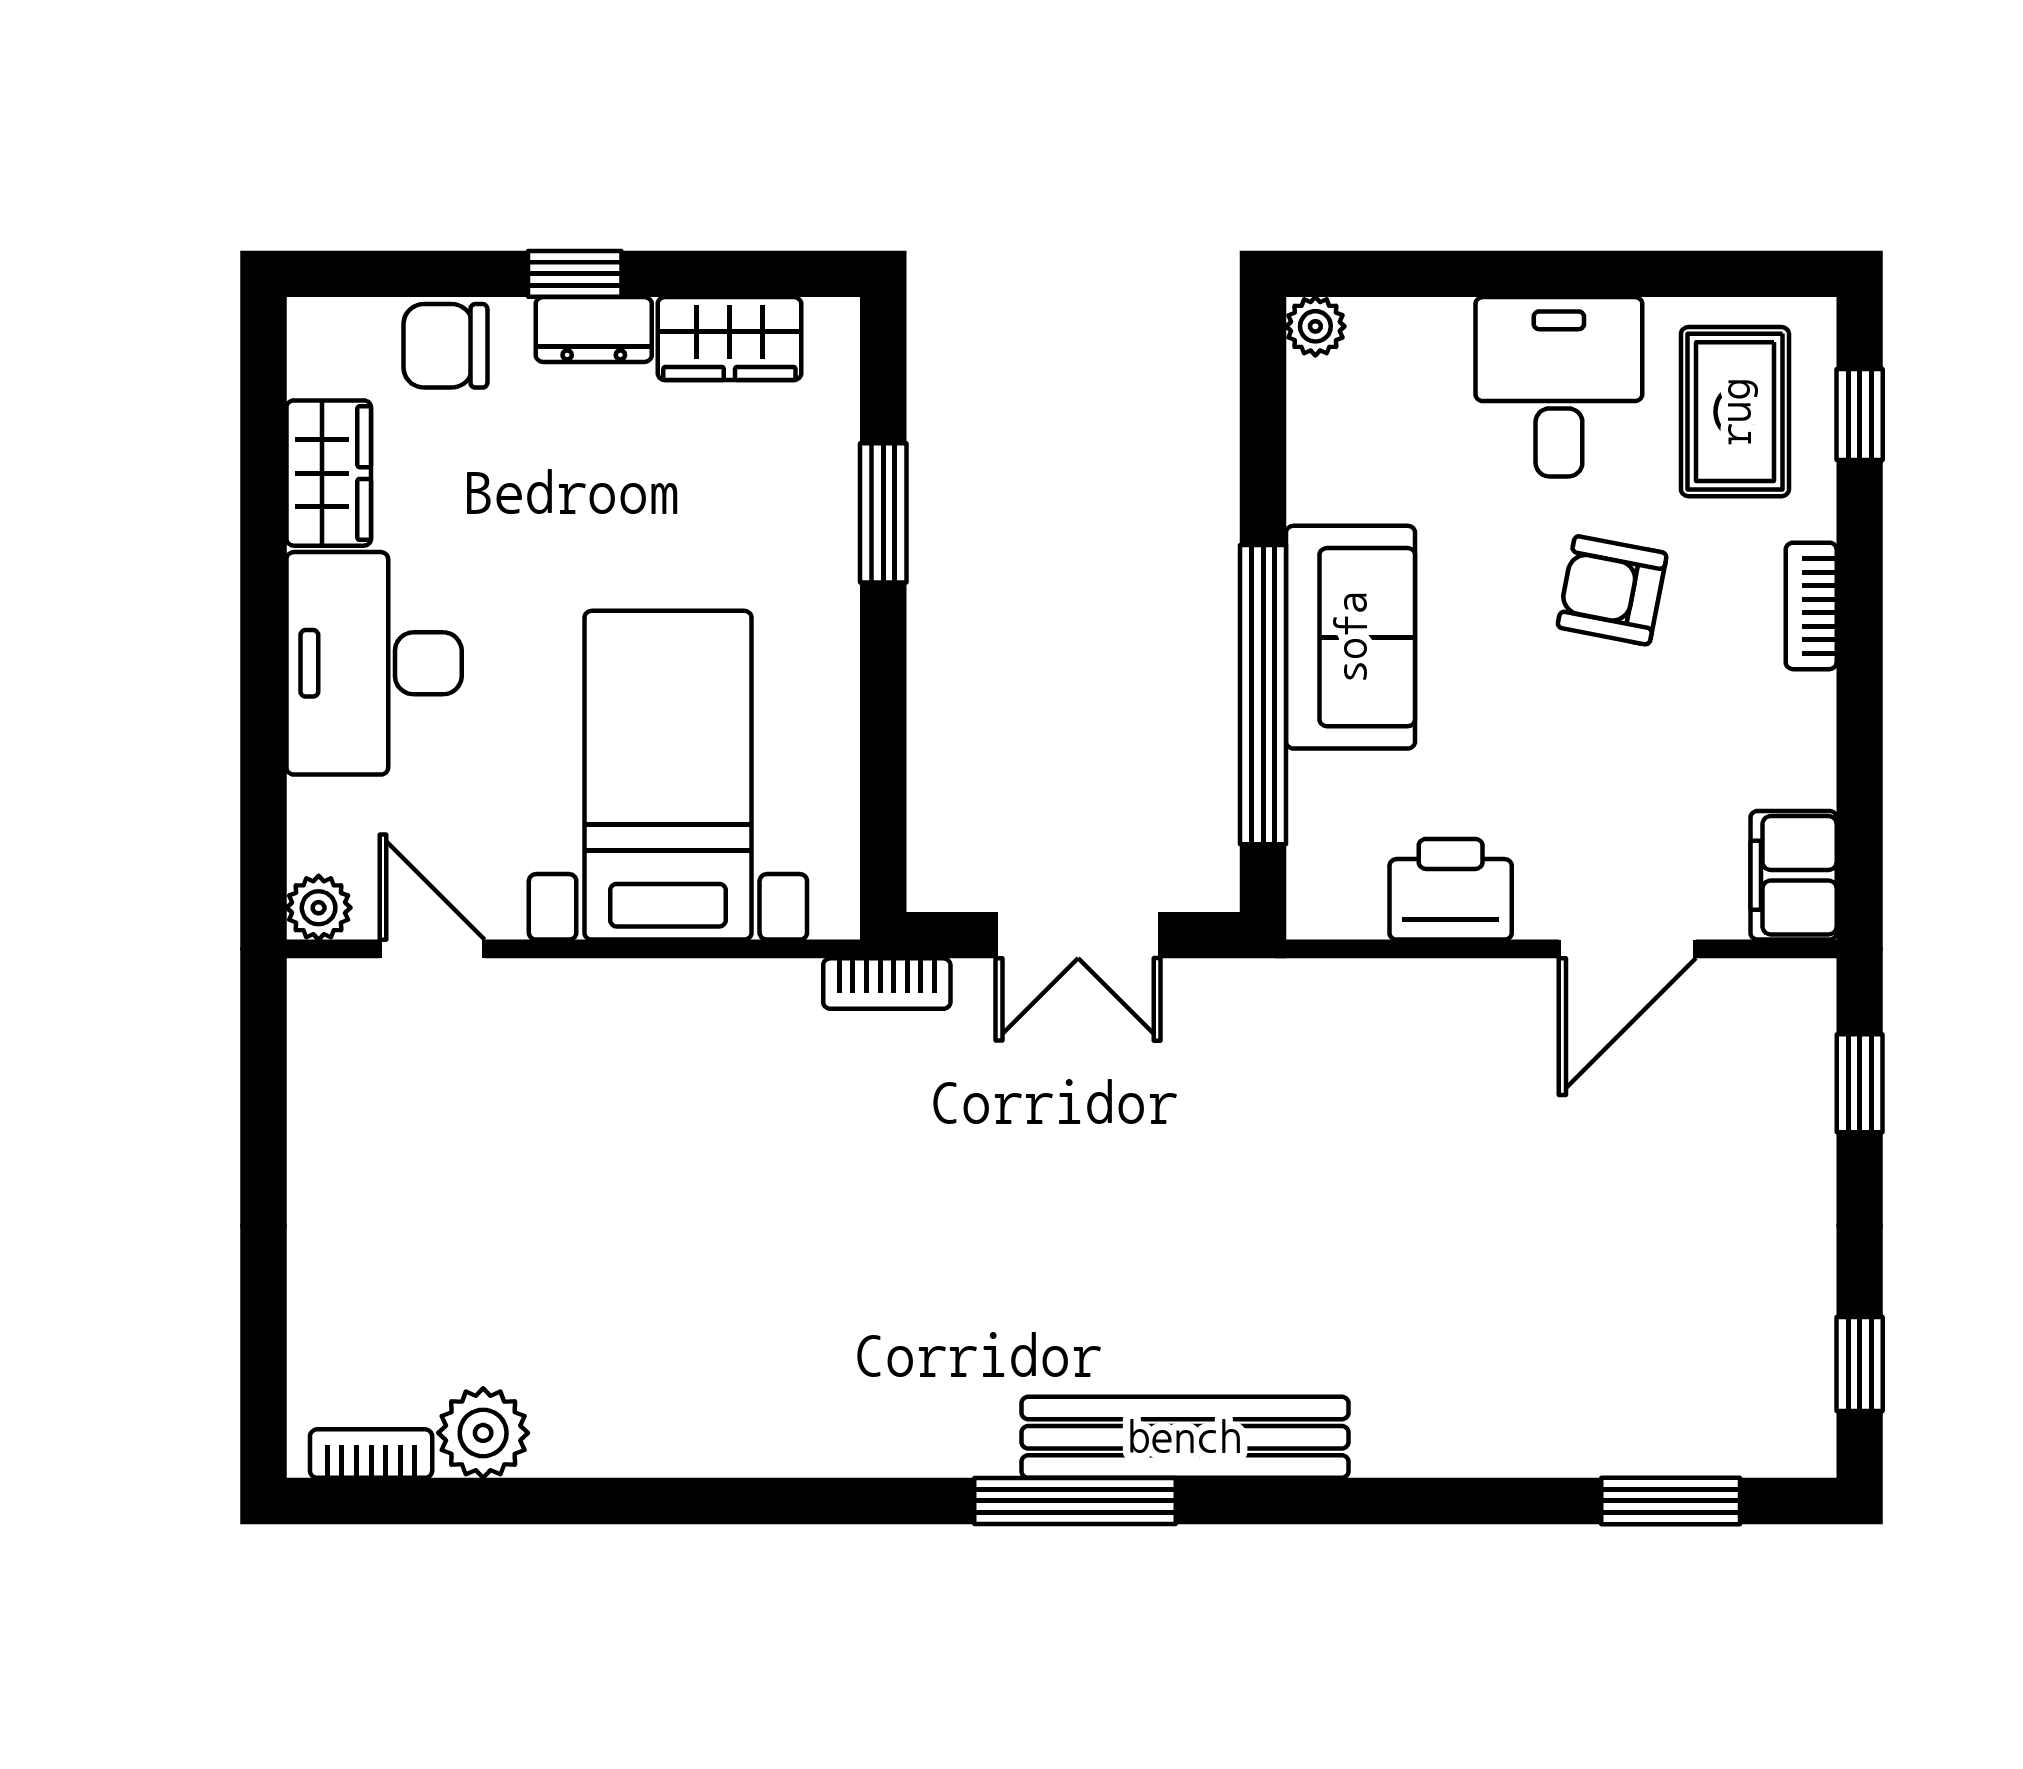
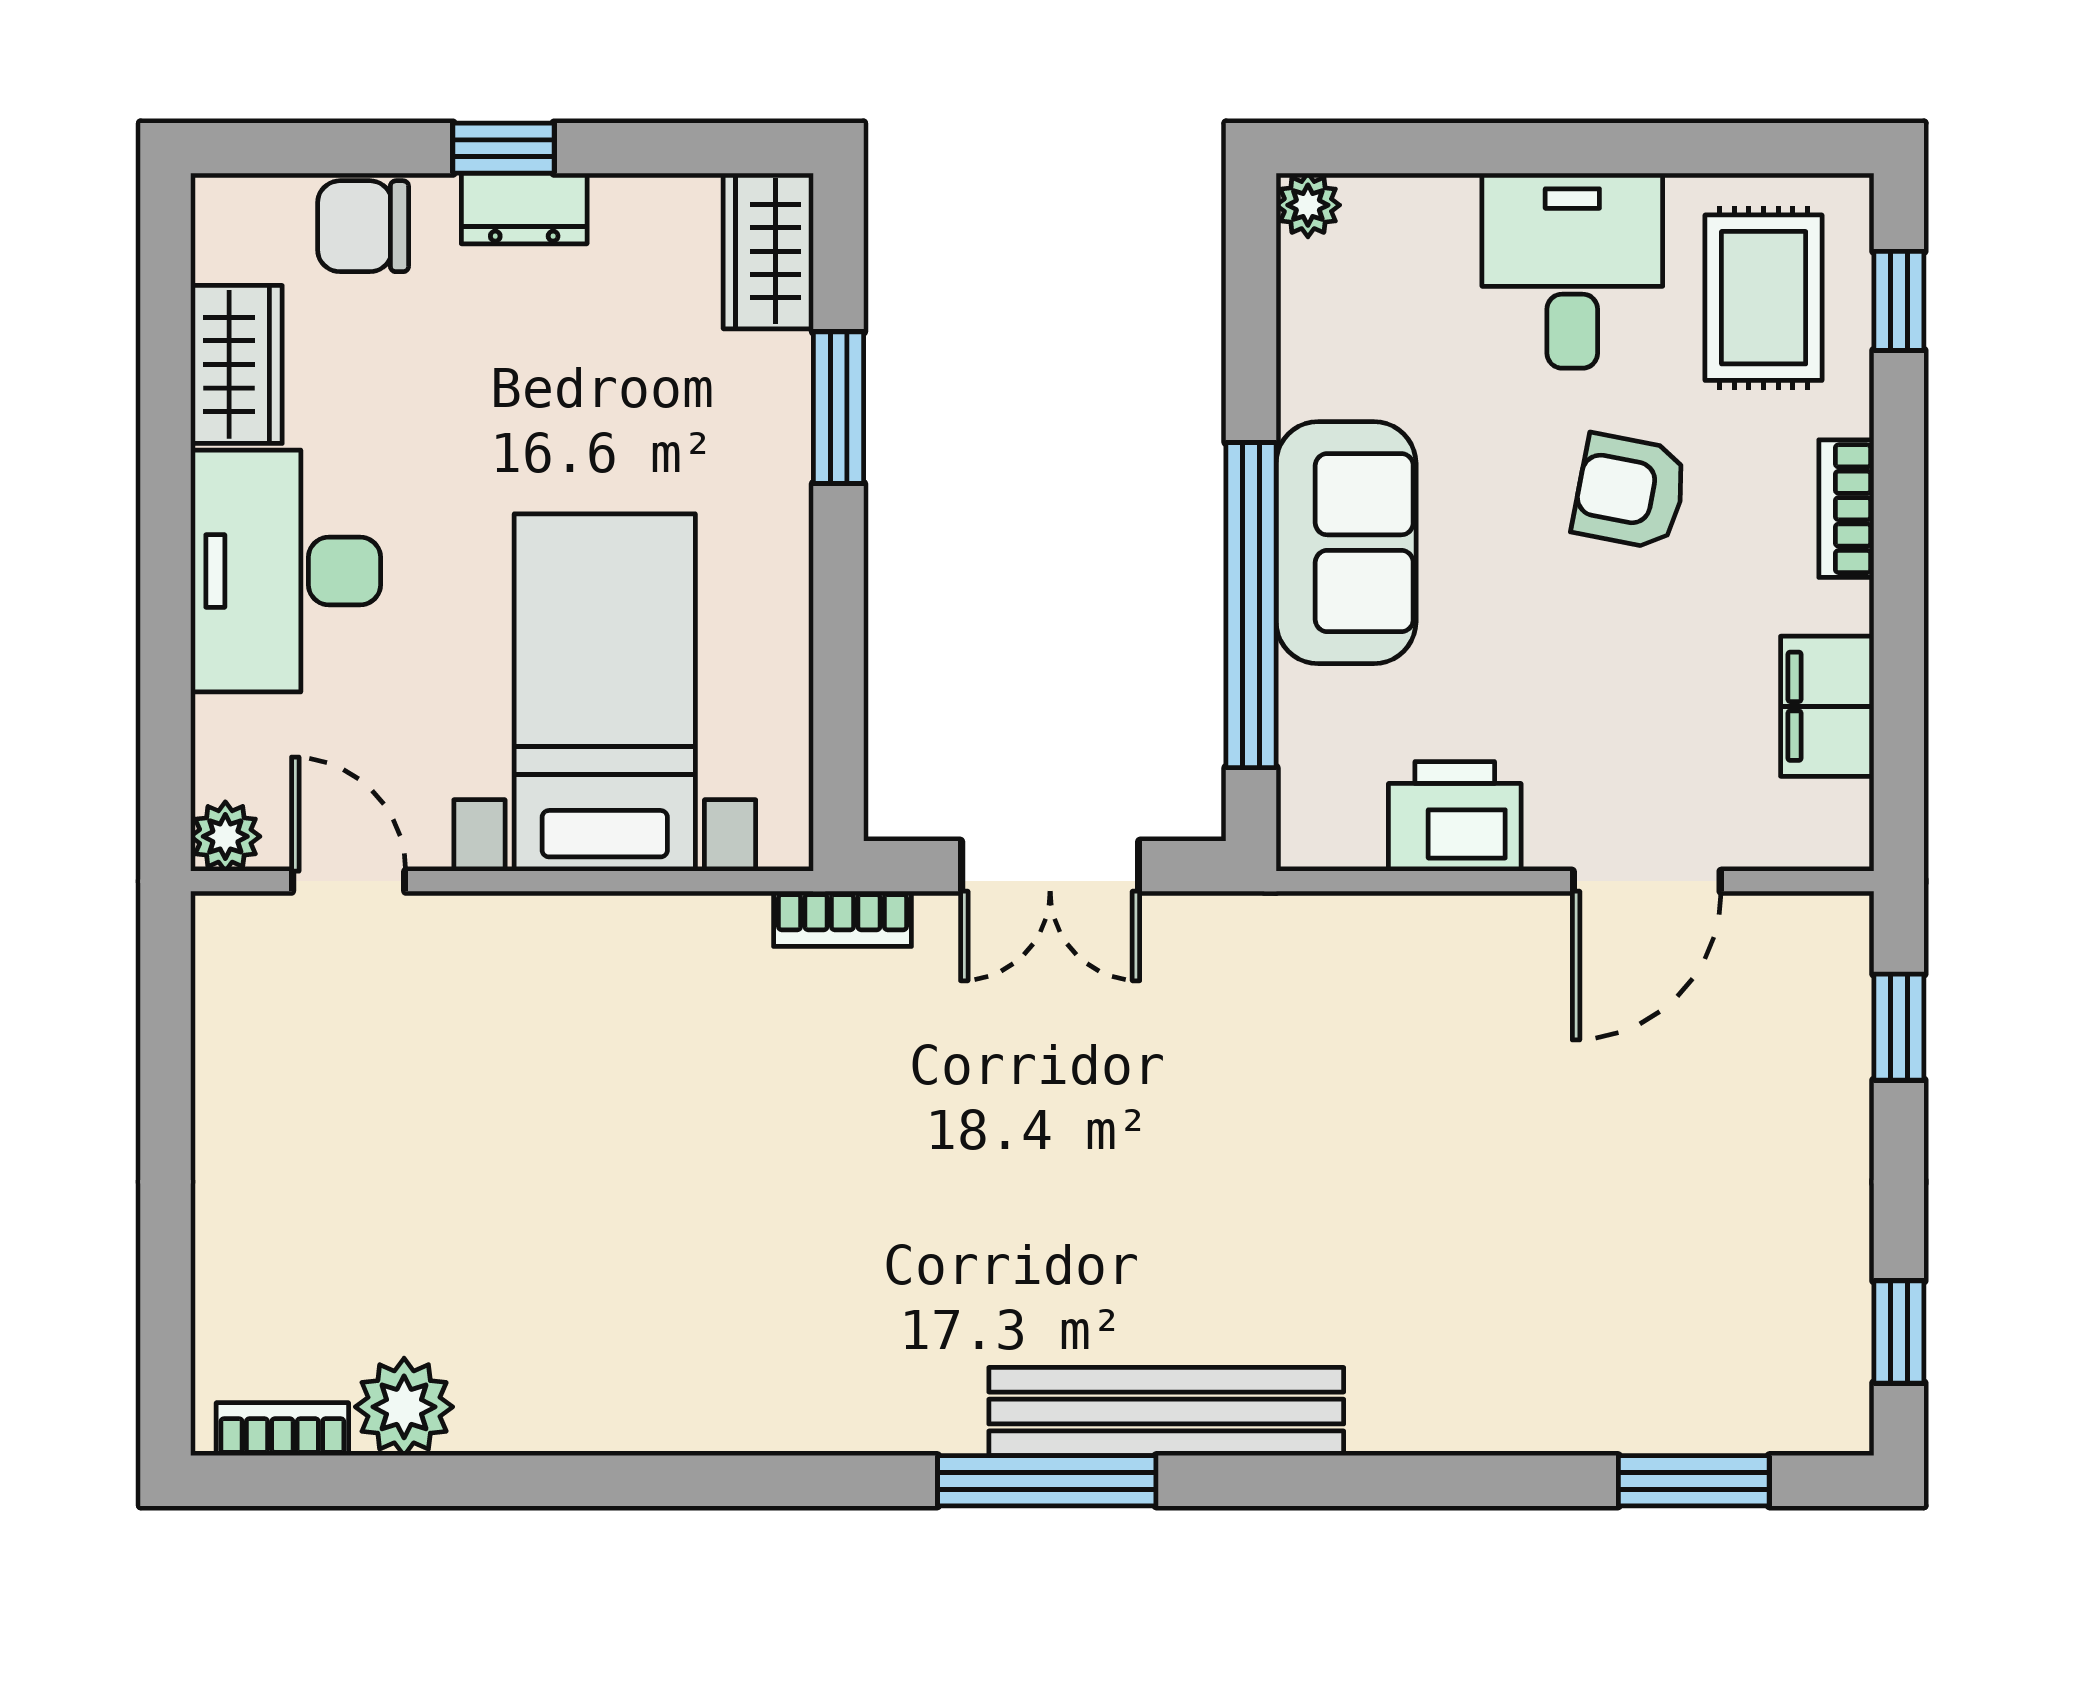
wardrobe: (729, 339) -> (768, 251), moved, turned 90
filing cabinet: (1794, 875) -> (1827, 706), moved

